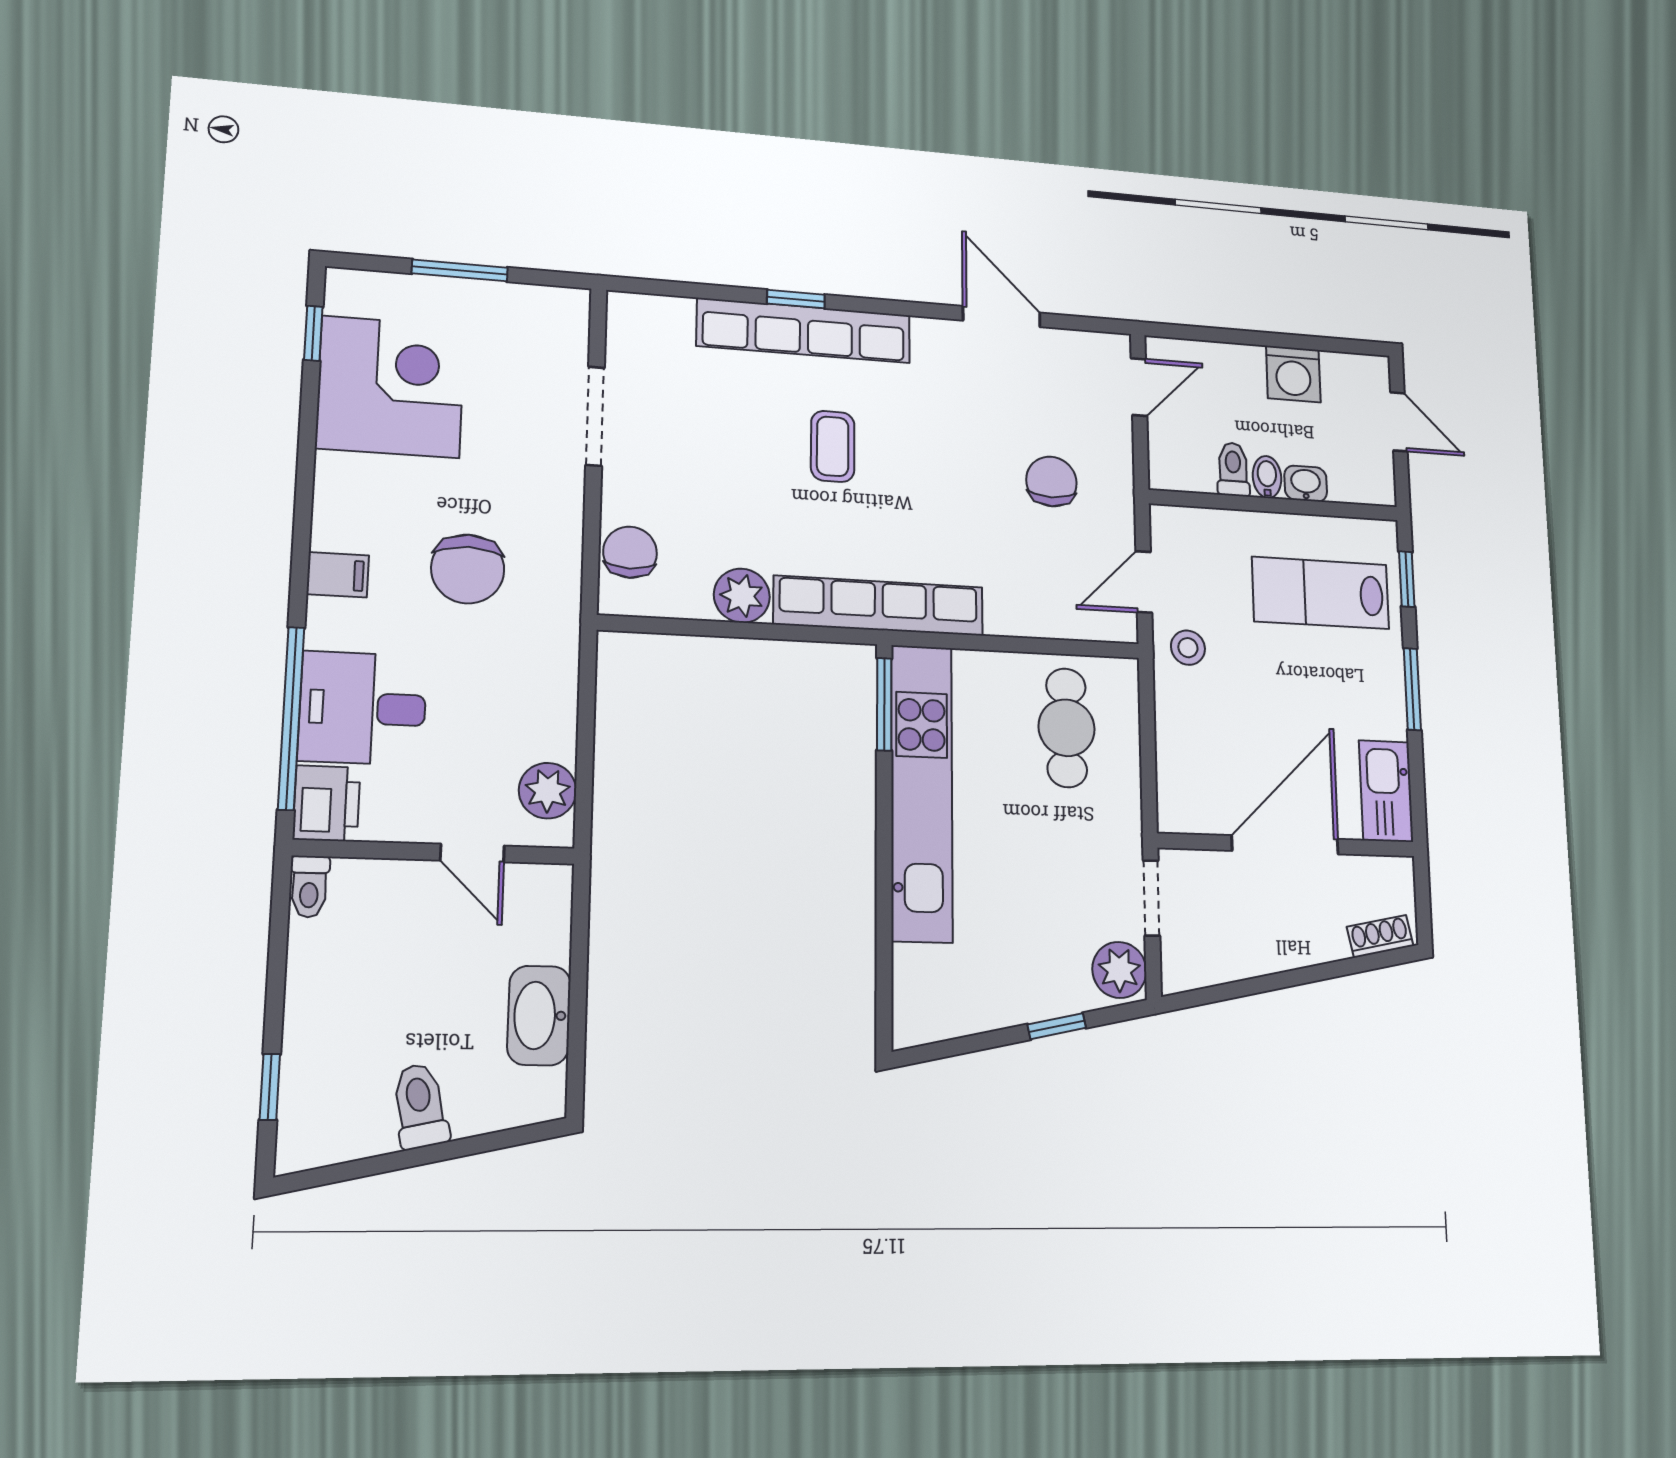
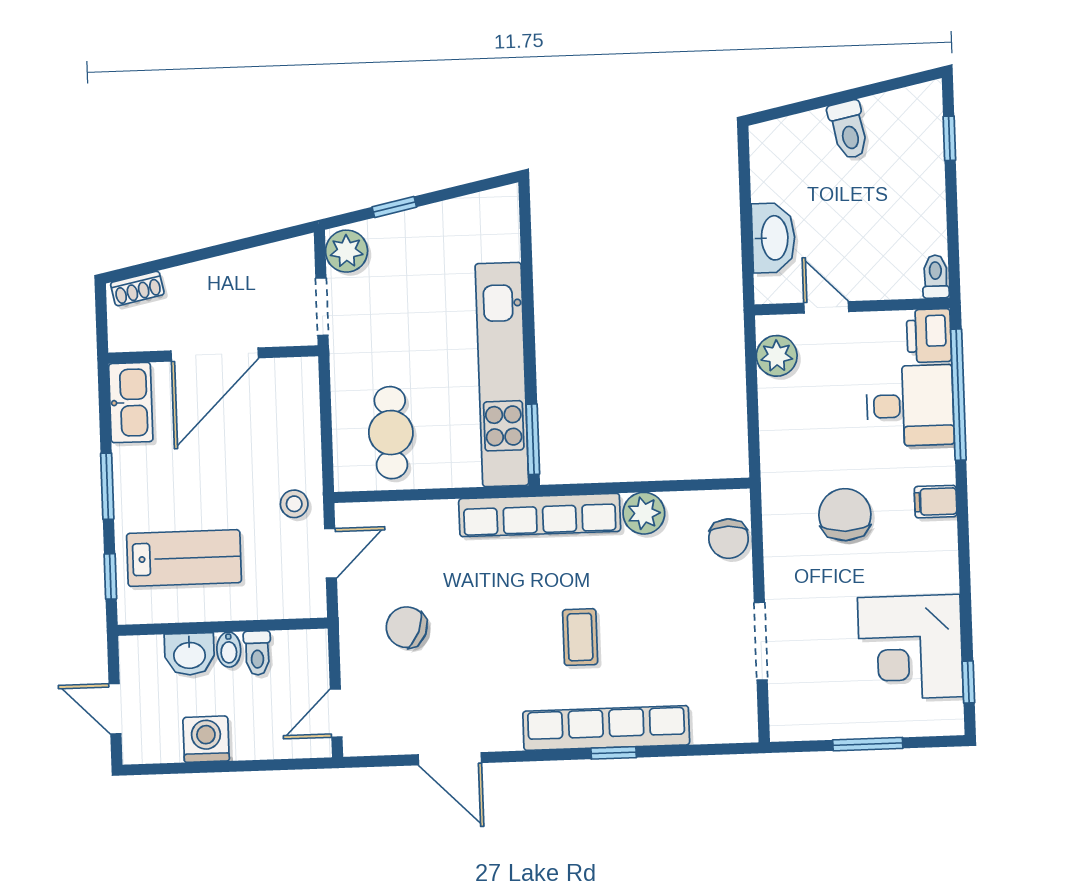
chair: (1051, 481) -> (407, 627), turned 112
washbasin: (1306, 484) -> (189, 654), width x1.38, depth x1.45
washbasin: (539, 1015) -> (773, 238), moved

